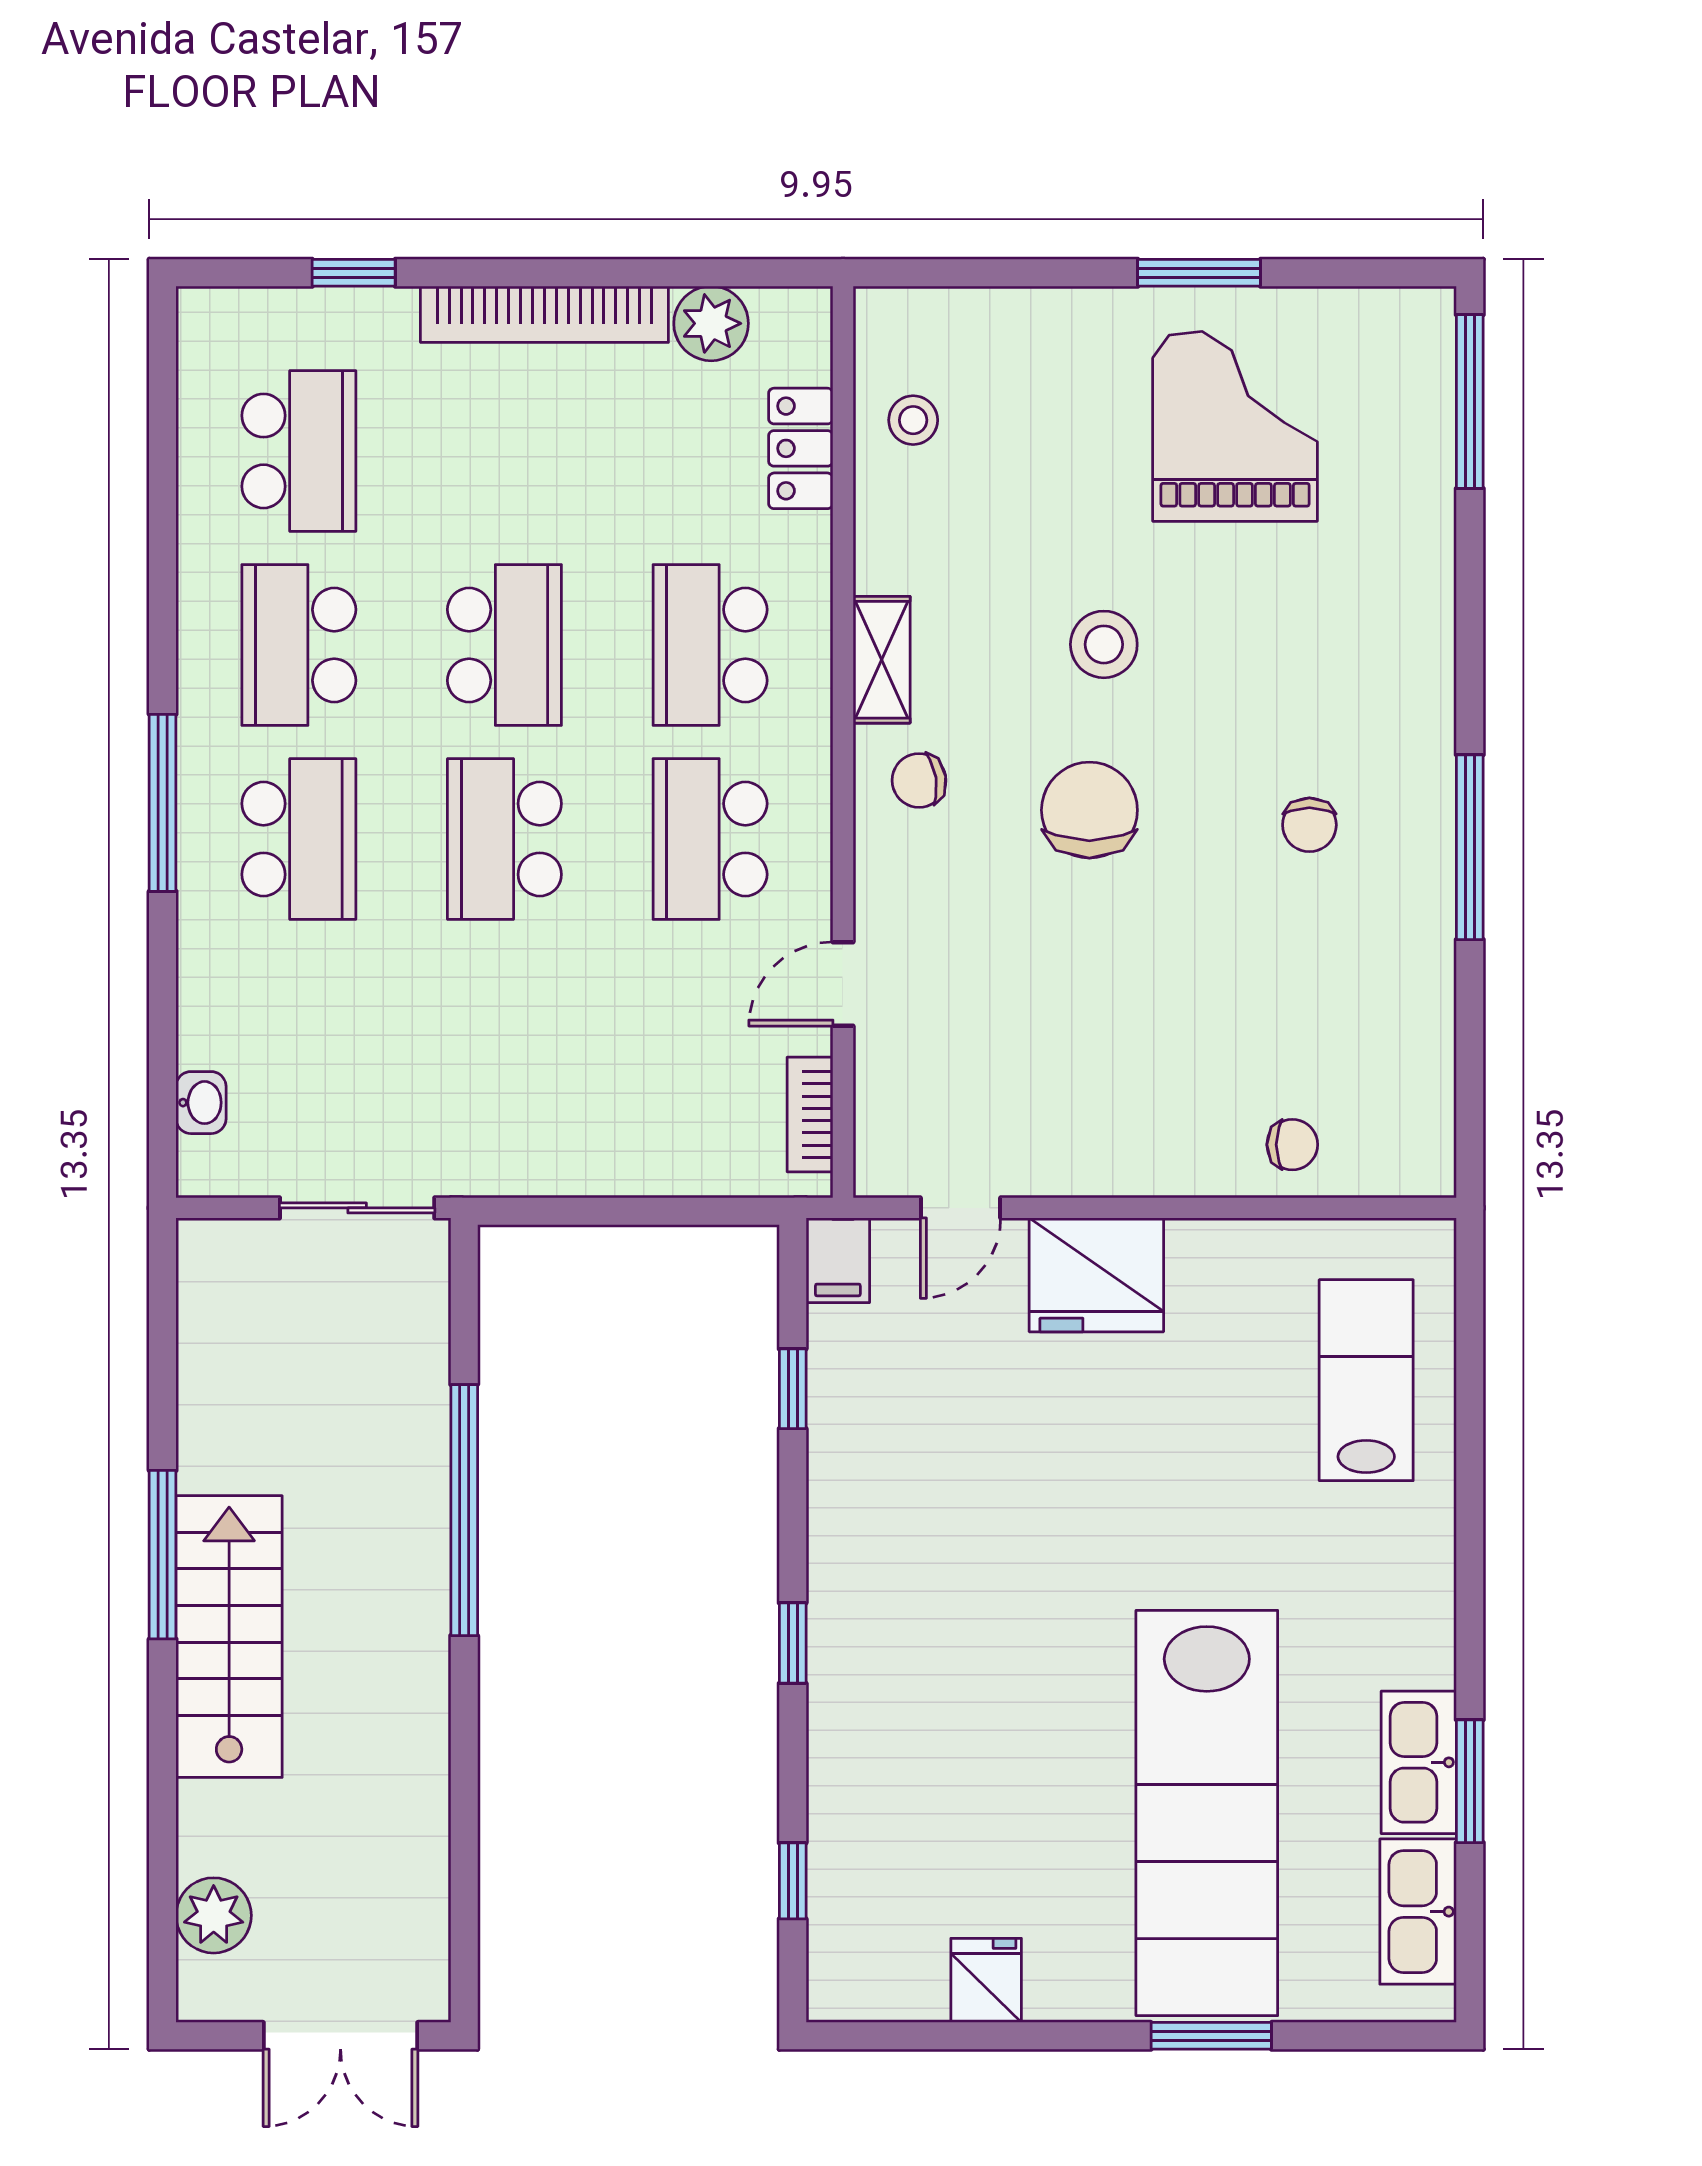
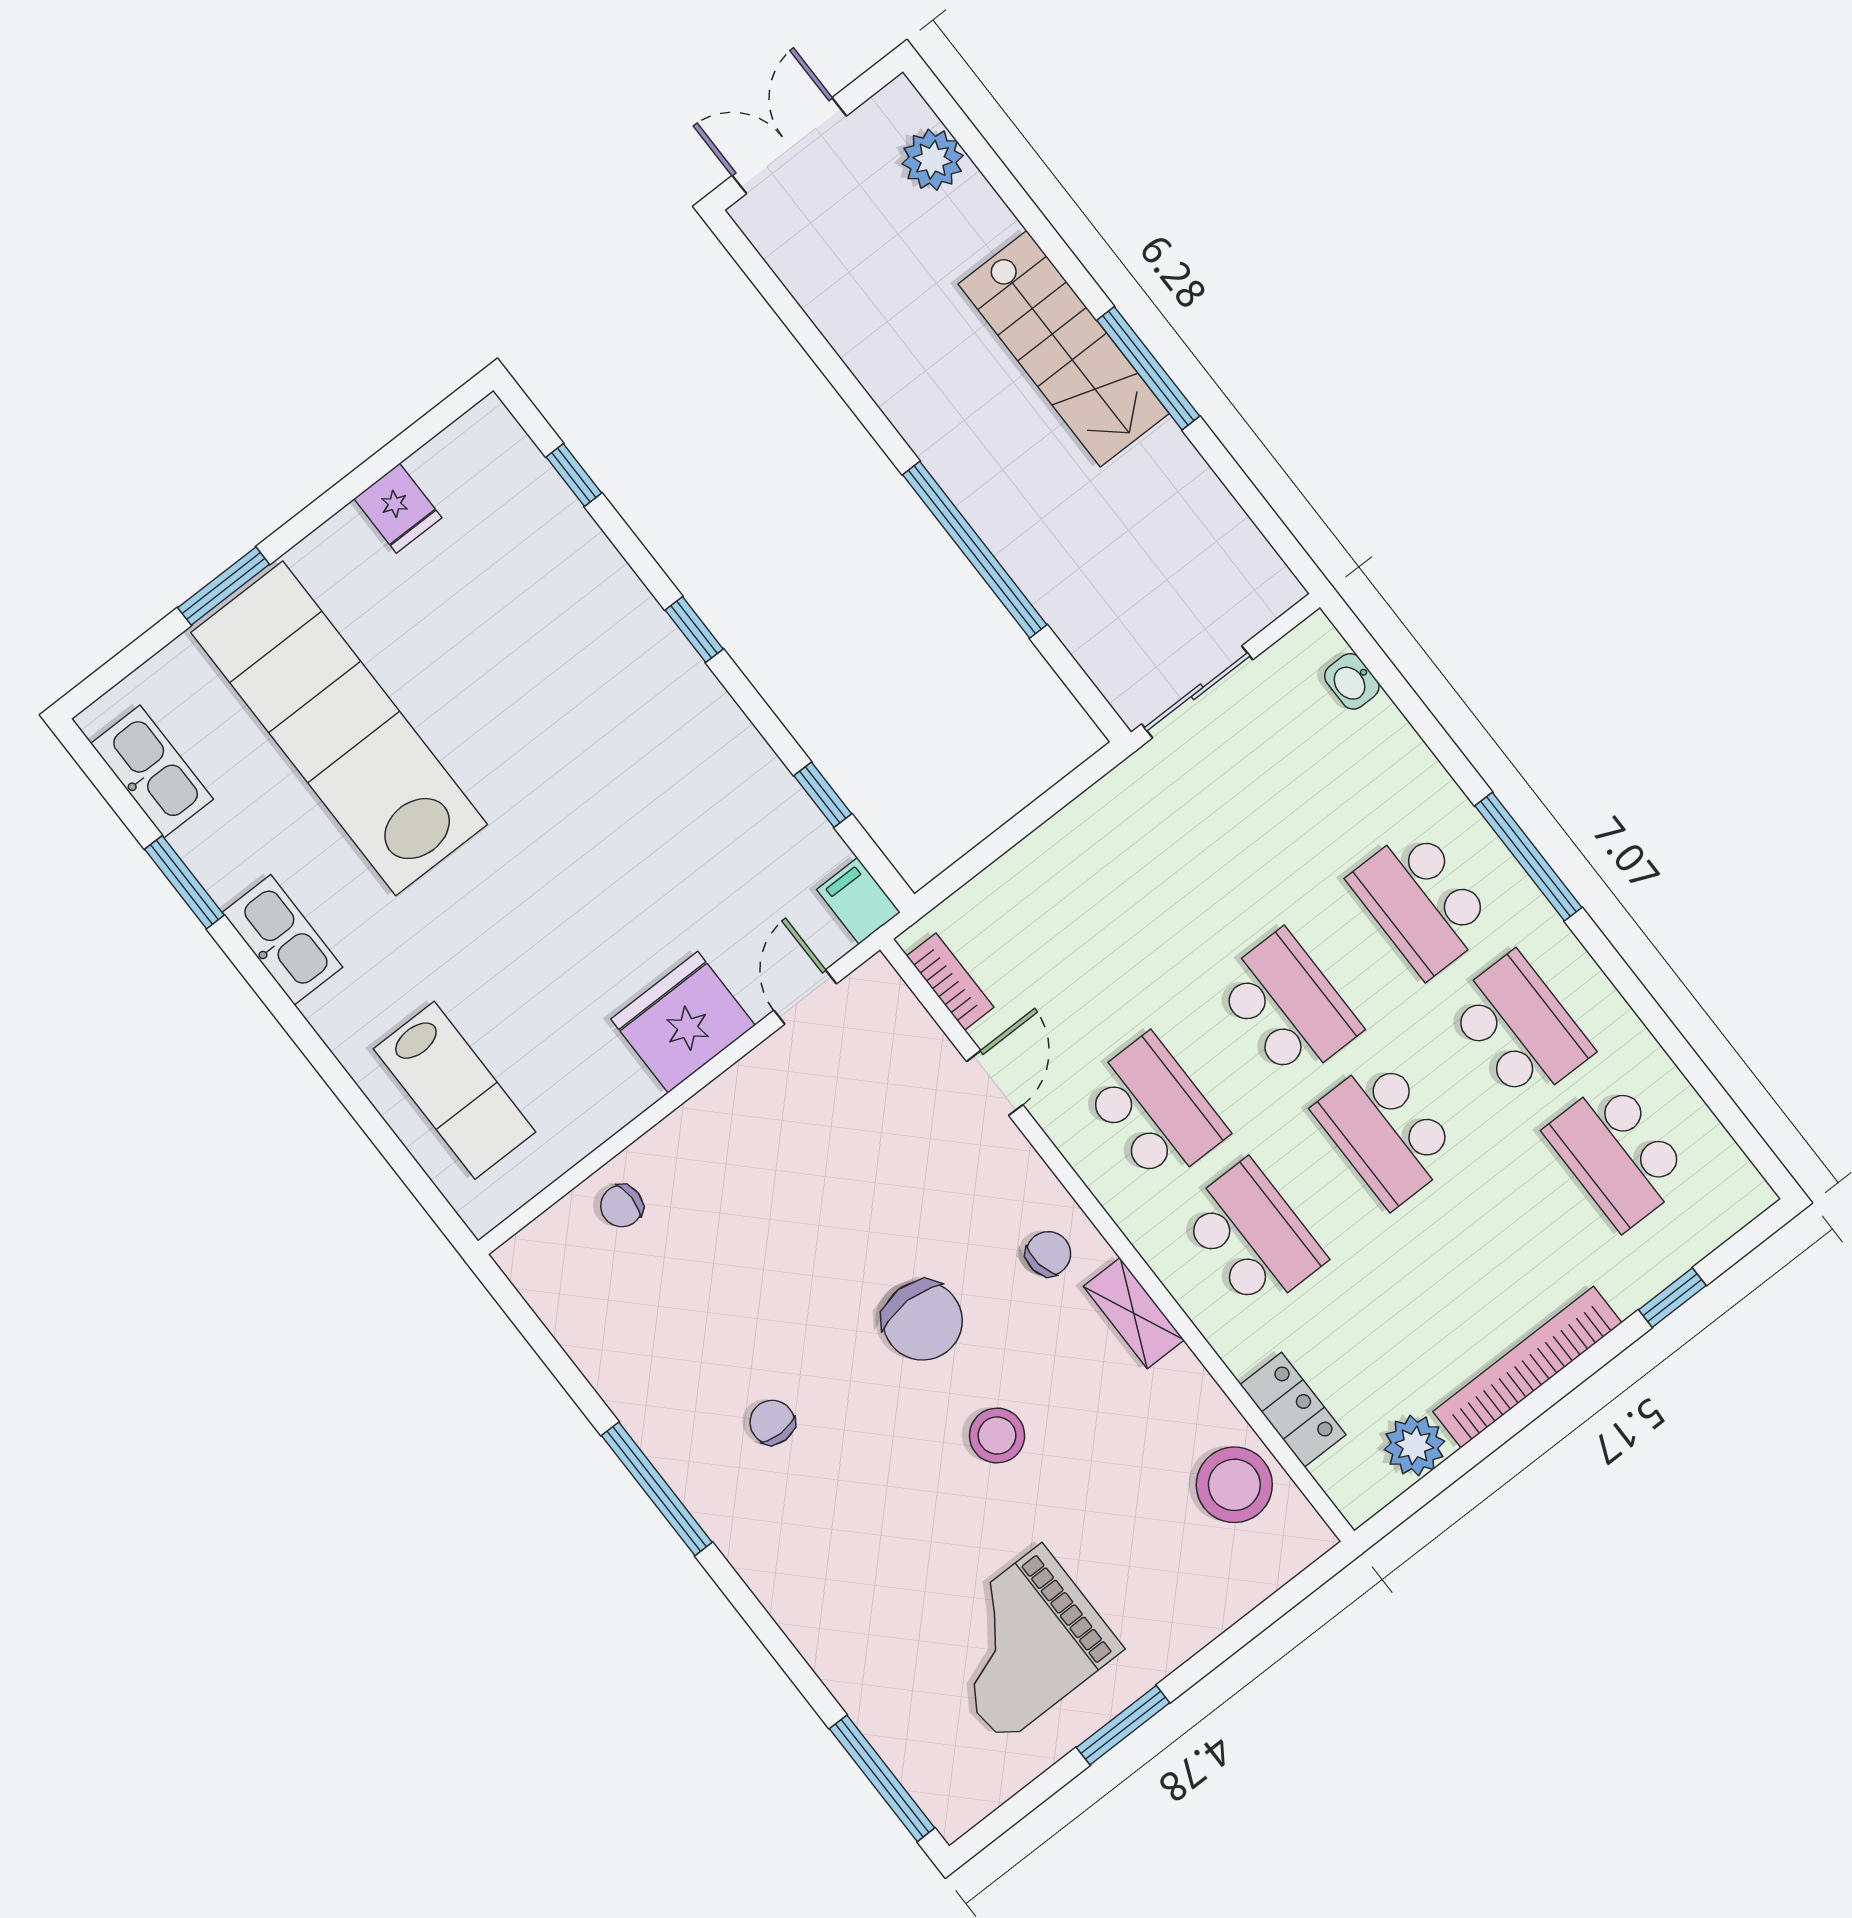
stool: (913, 420) -> (1234, 1485), width x1.89, depth x1.89
grand piano: (1235, 426) -> (1022, 1644), turned 90
kitchen sink: (1419, 1762) -> (283, 940), moved

